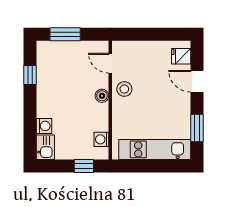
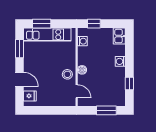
washing machine: (44, 126) -> (120, 61), moved
window: (163, 166) -> (42, 24), added

